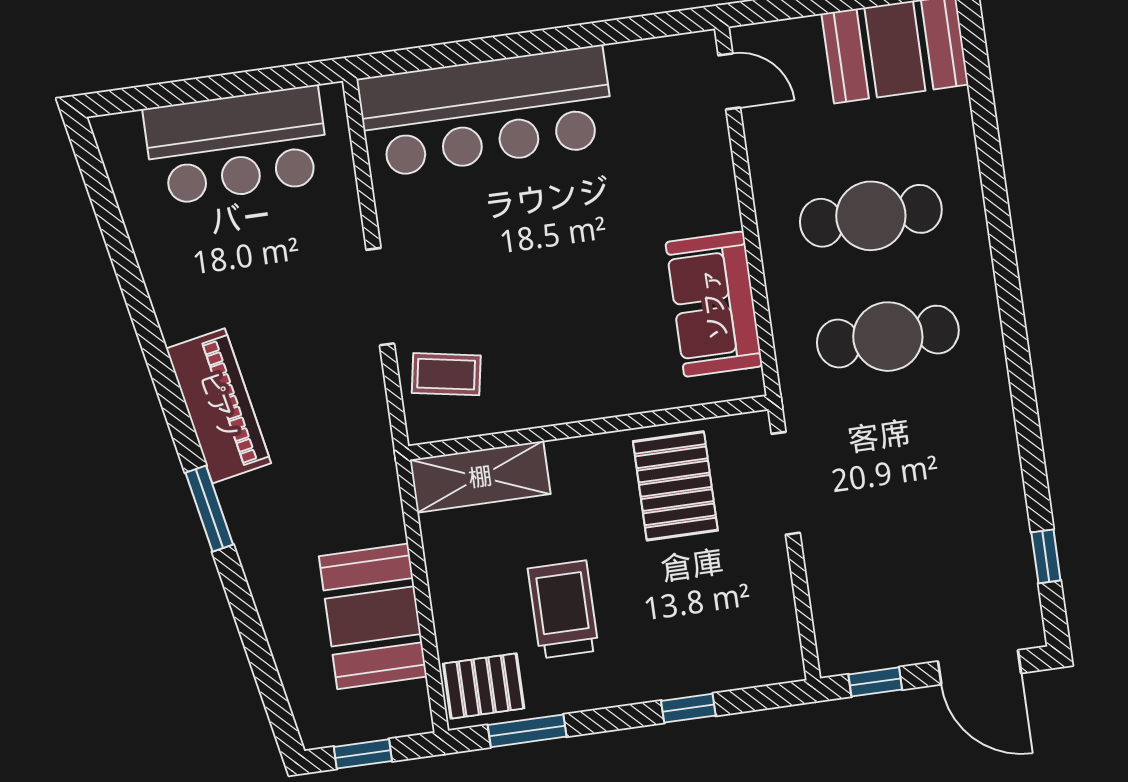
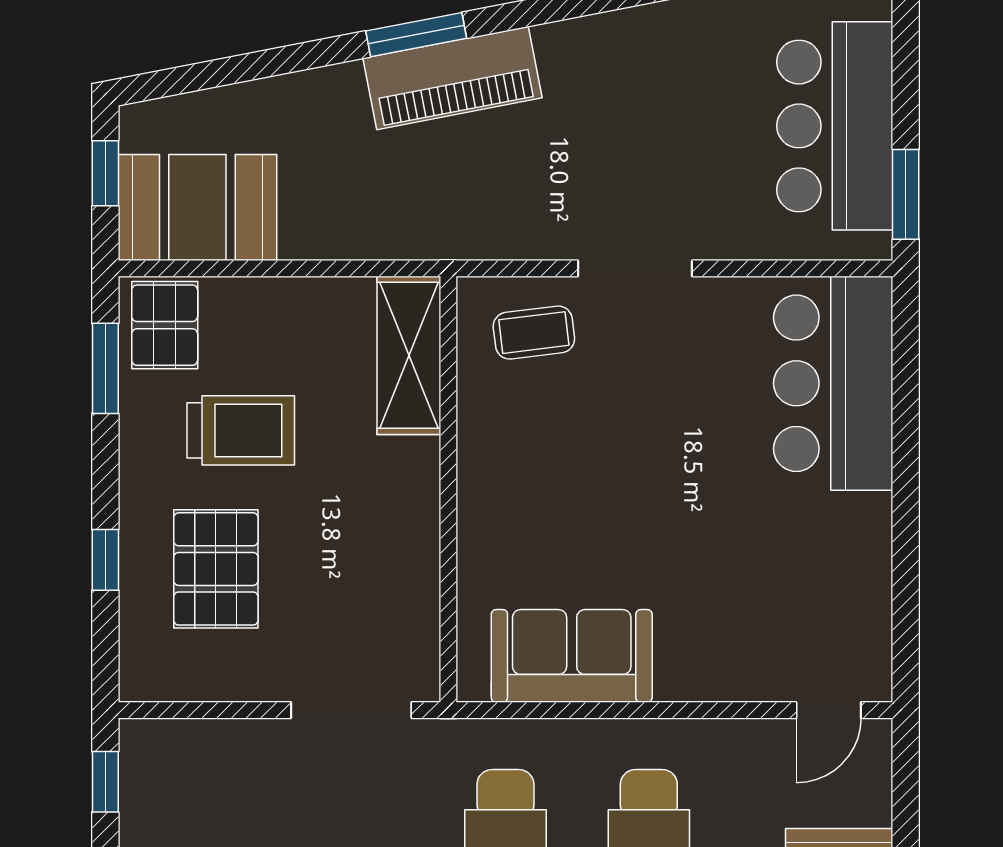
window: (286, 78) -> (906, 194), added
bar counter: (486, 112) -> (833, 383), width x0.73
coffee table: (446, 374) -> (534, 333), turned 73
piano: (219, 406) -> (452, 78), moved
pallet: (675, 486) -> (216, 569), moved, turned 90
booth: (373, 616) -> (197, 207), moved

